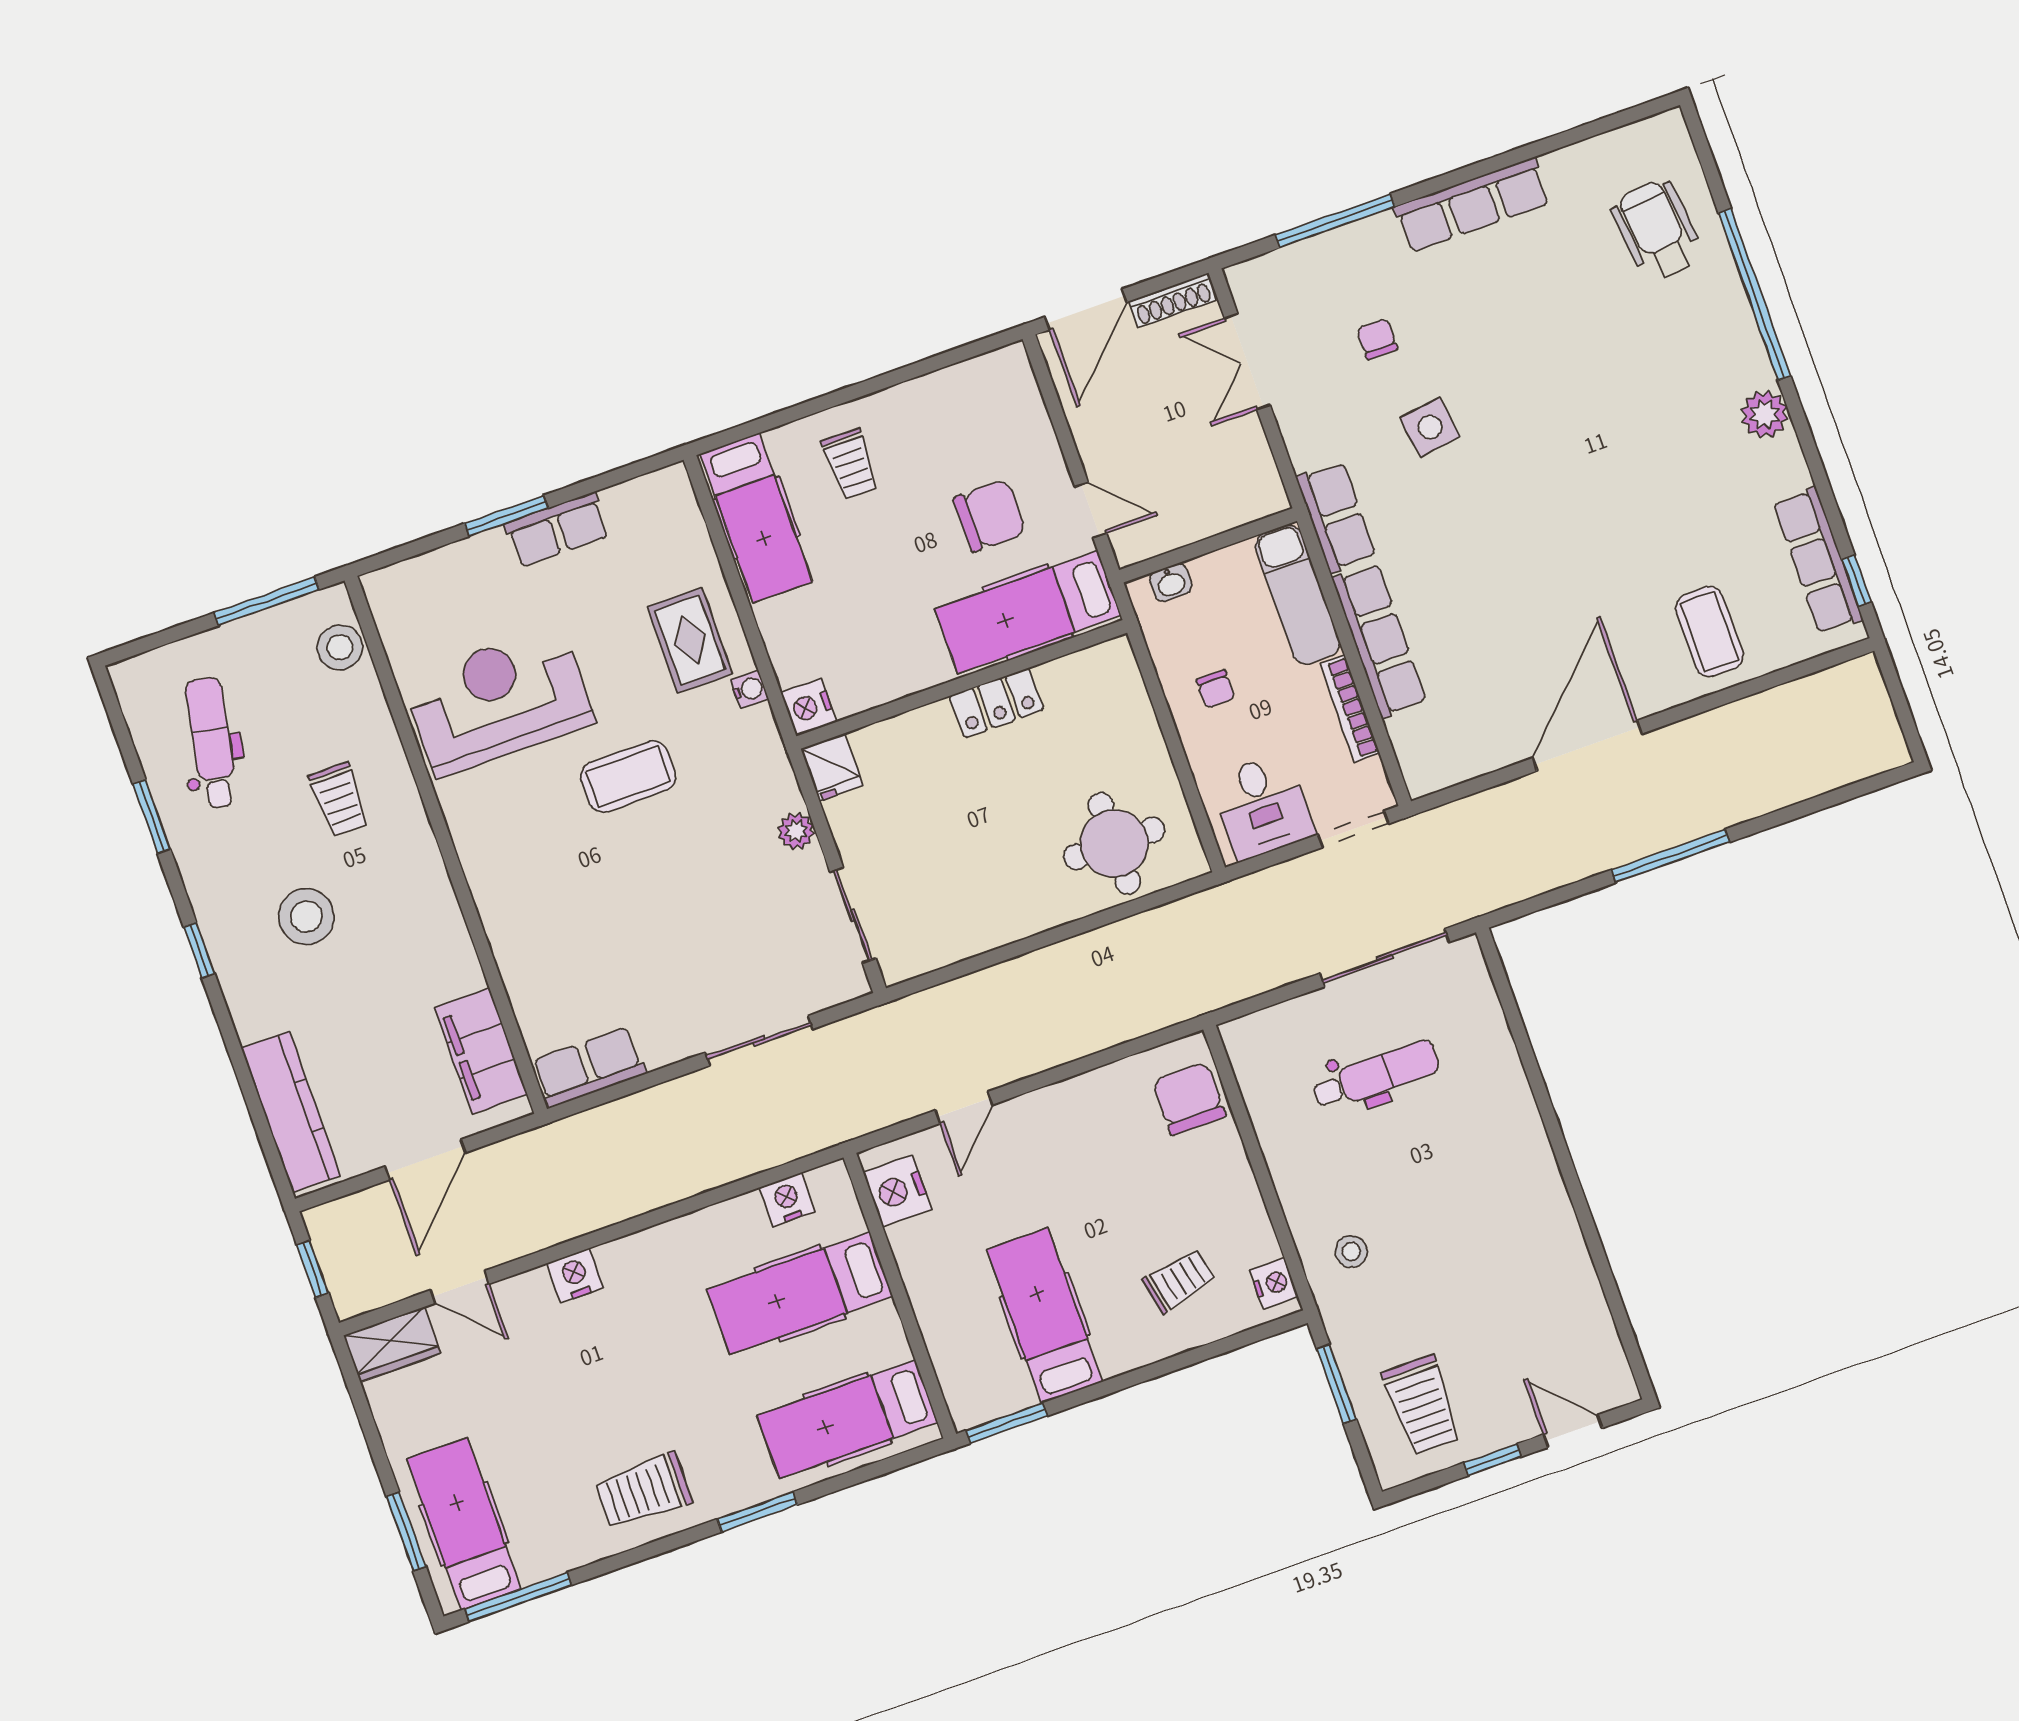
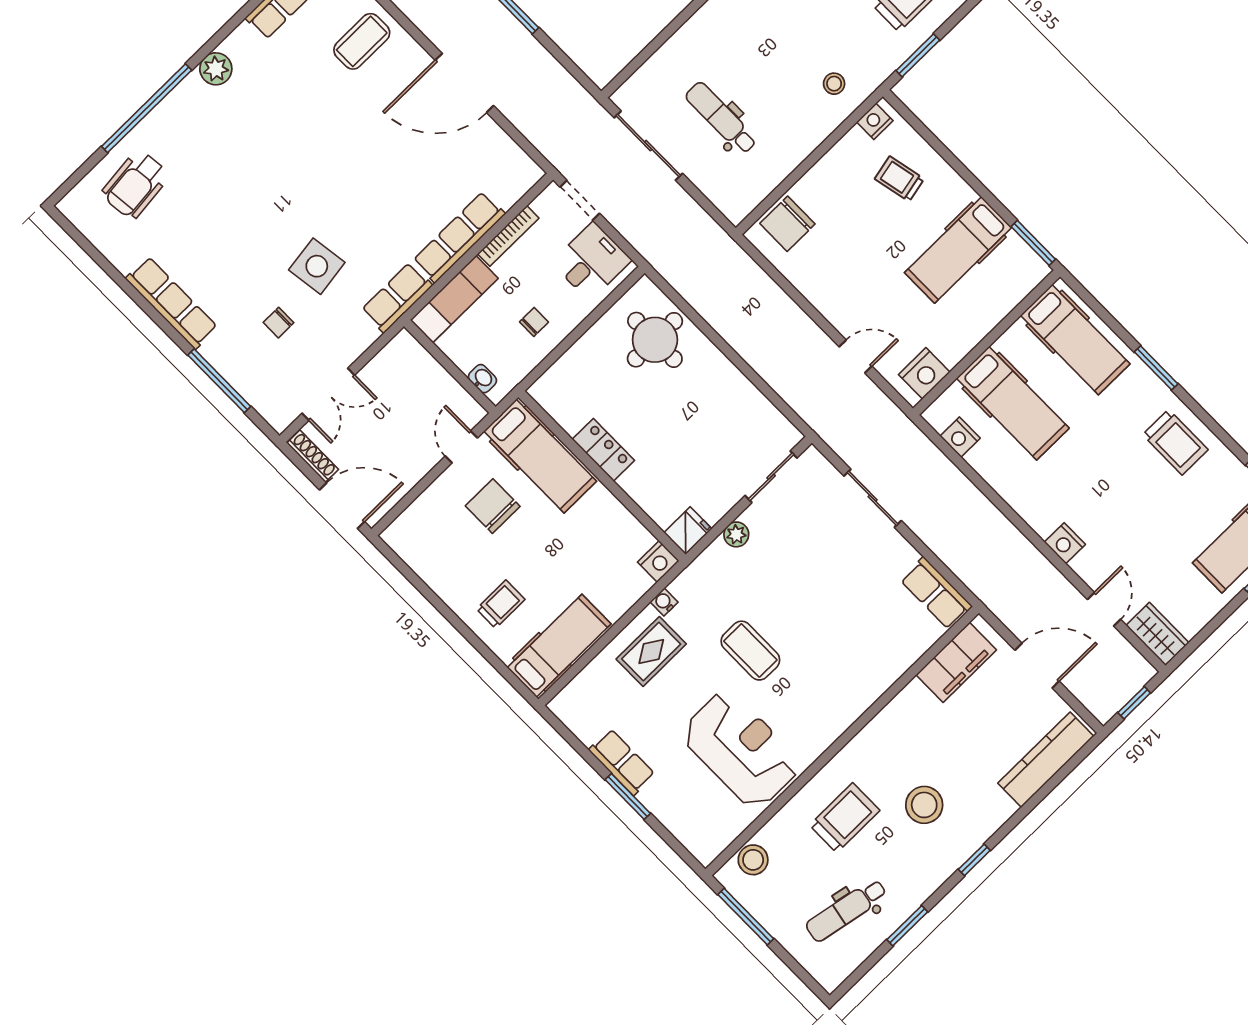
side table: (1430, 427) -> (317, 266), width x1.37, depth x1.37
reception desk: (499, 701) -> (741, 750), turned 180
trolley: (339, 799) -> (845, 818), width x1.36, depth x1.39

